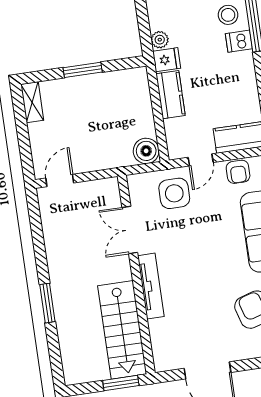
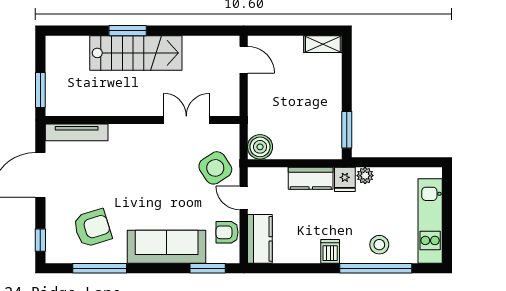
dishwasher: (239, 41) -> (330, 251), moved
window: (83, 70) -> (347, 130), moved
side table: (174, 193) -> (215, 168), turned -33
tv unit: (151, 286) -> (77, 132), moved
stairs: (122, 330) -> (136, 53), moved, turned 180

